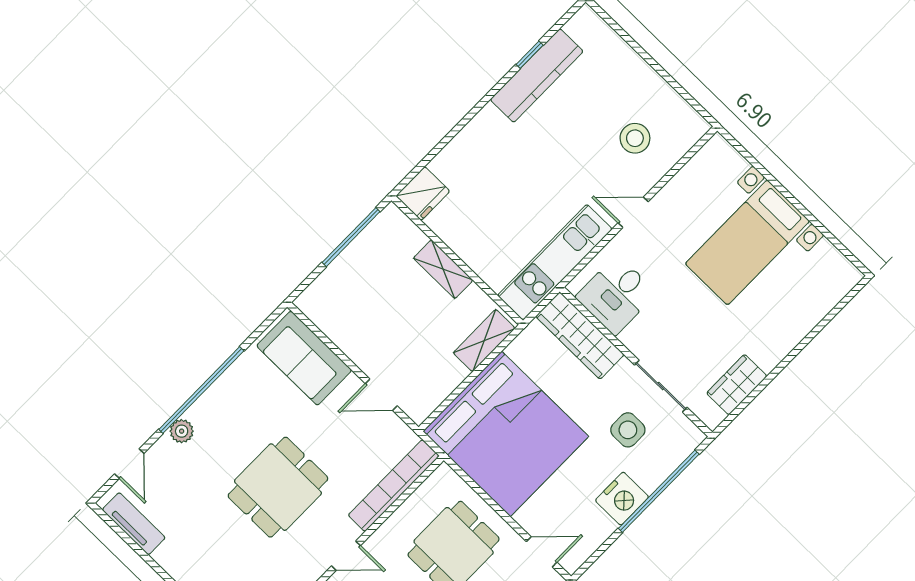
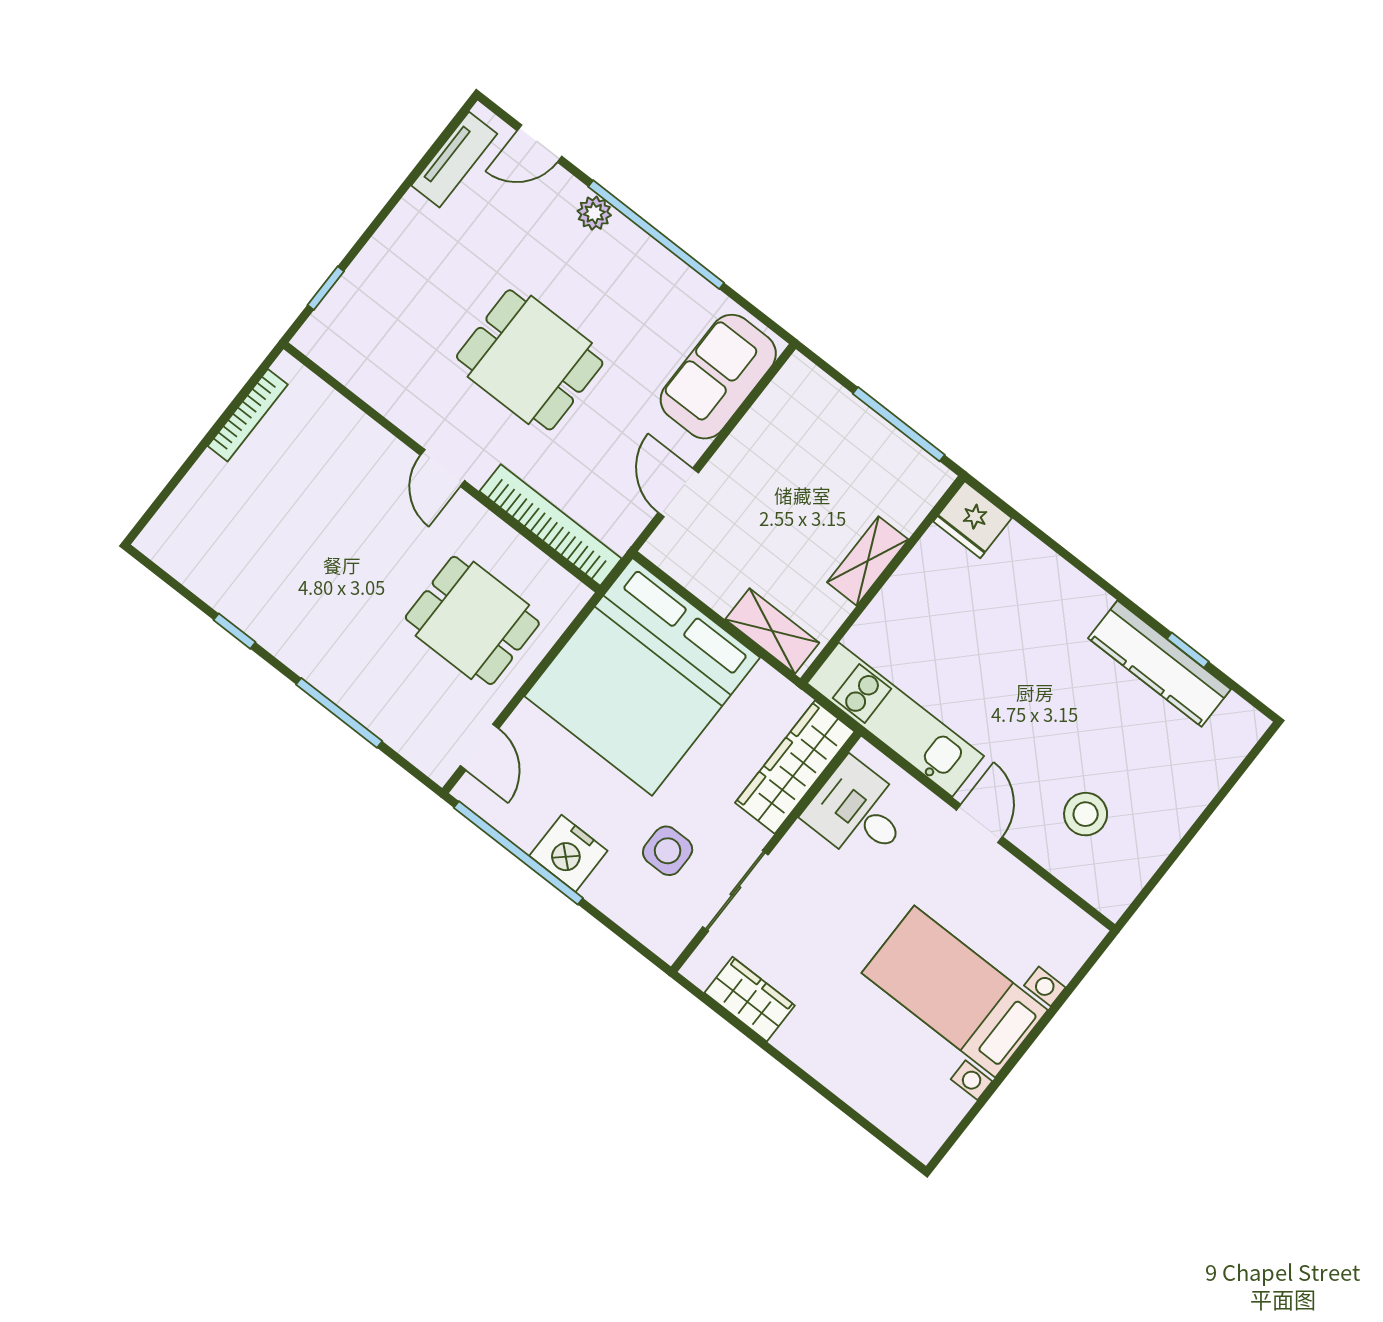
window: (659, 491) -> (518, 853), moved

